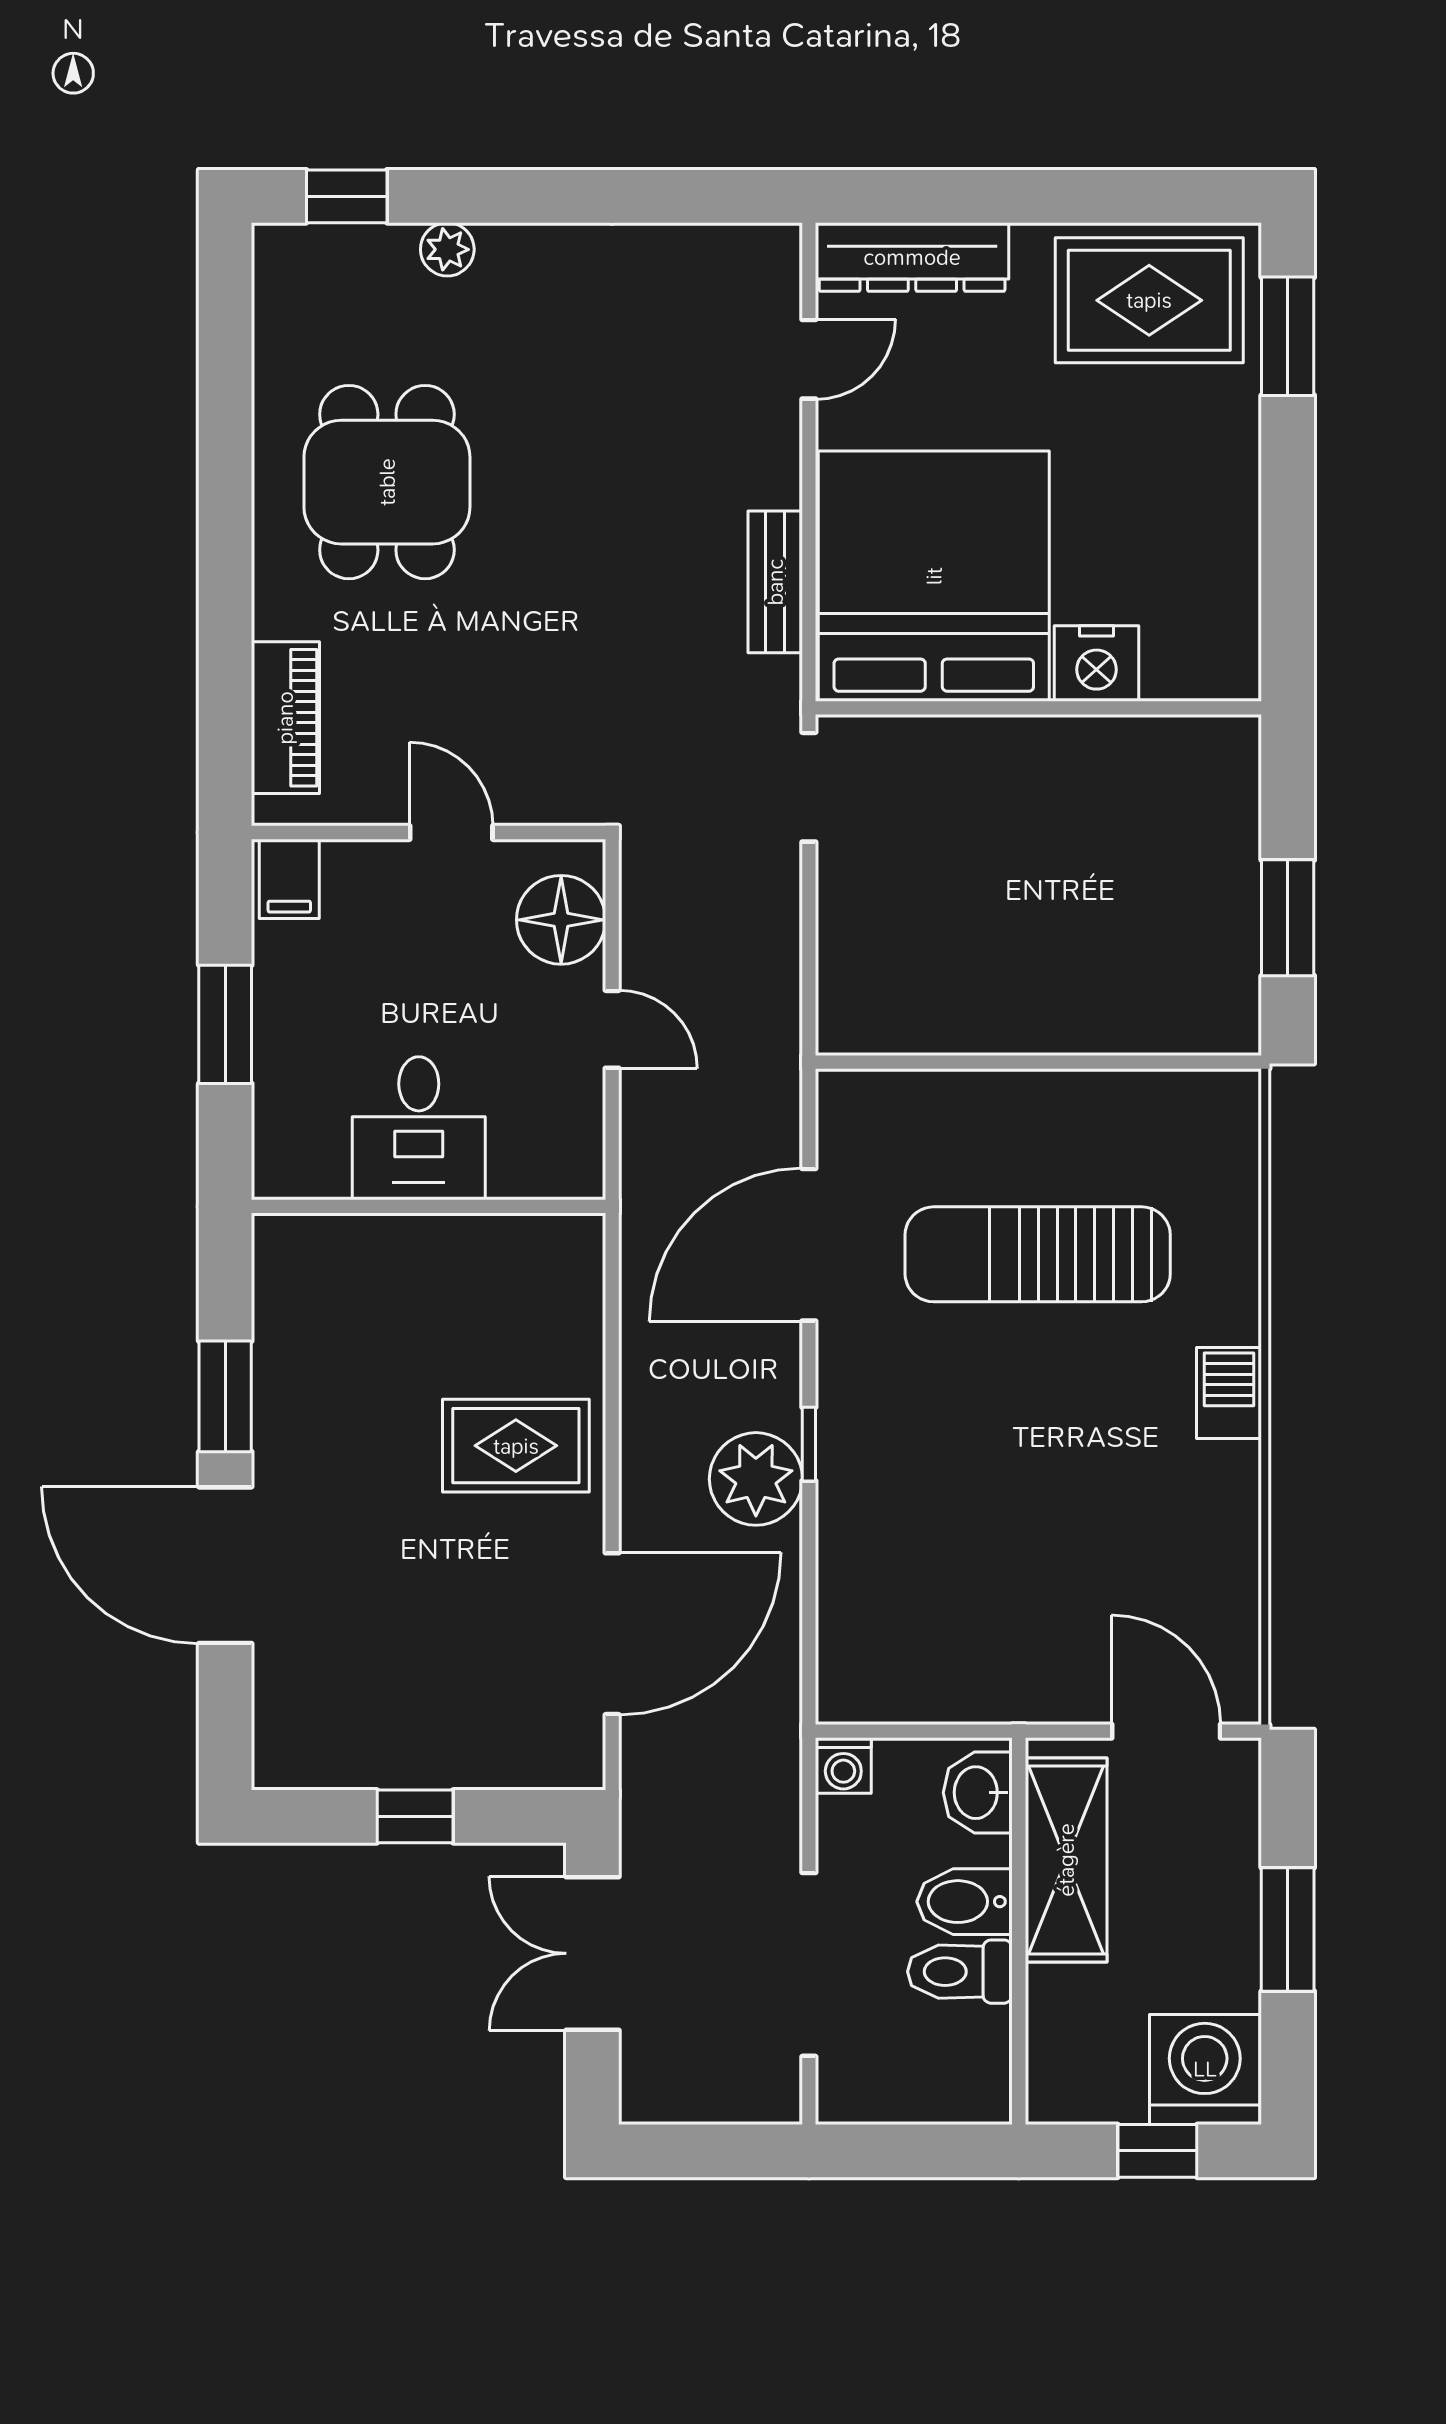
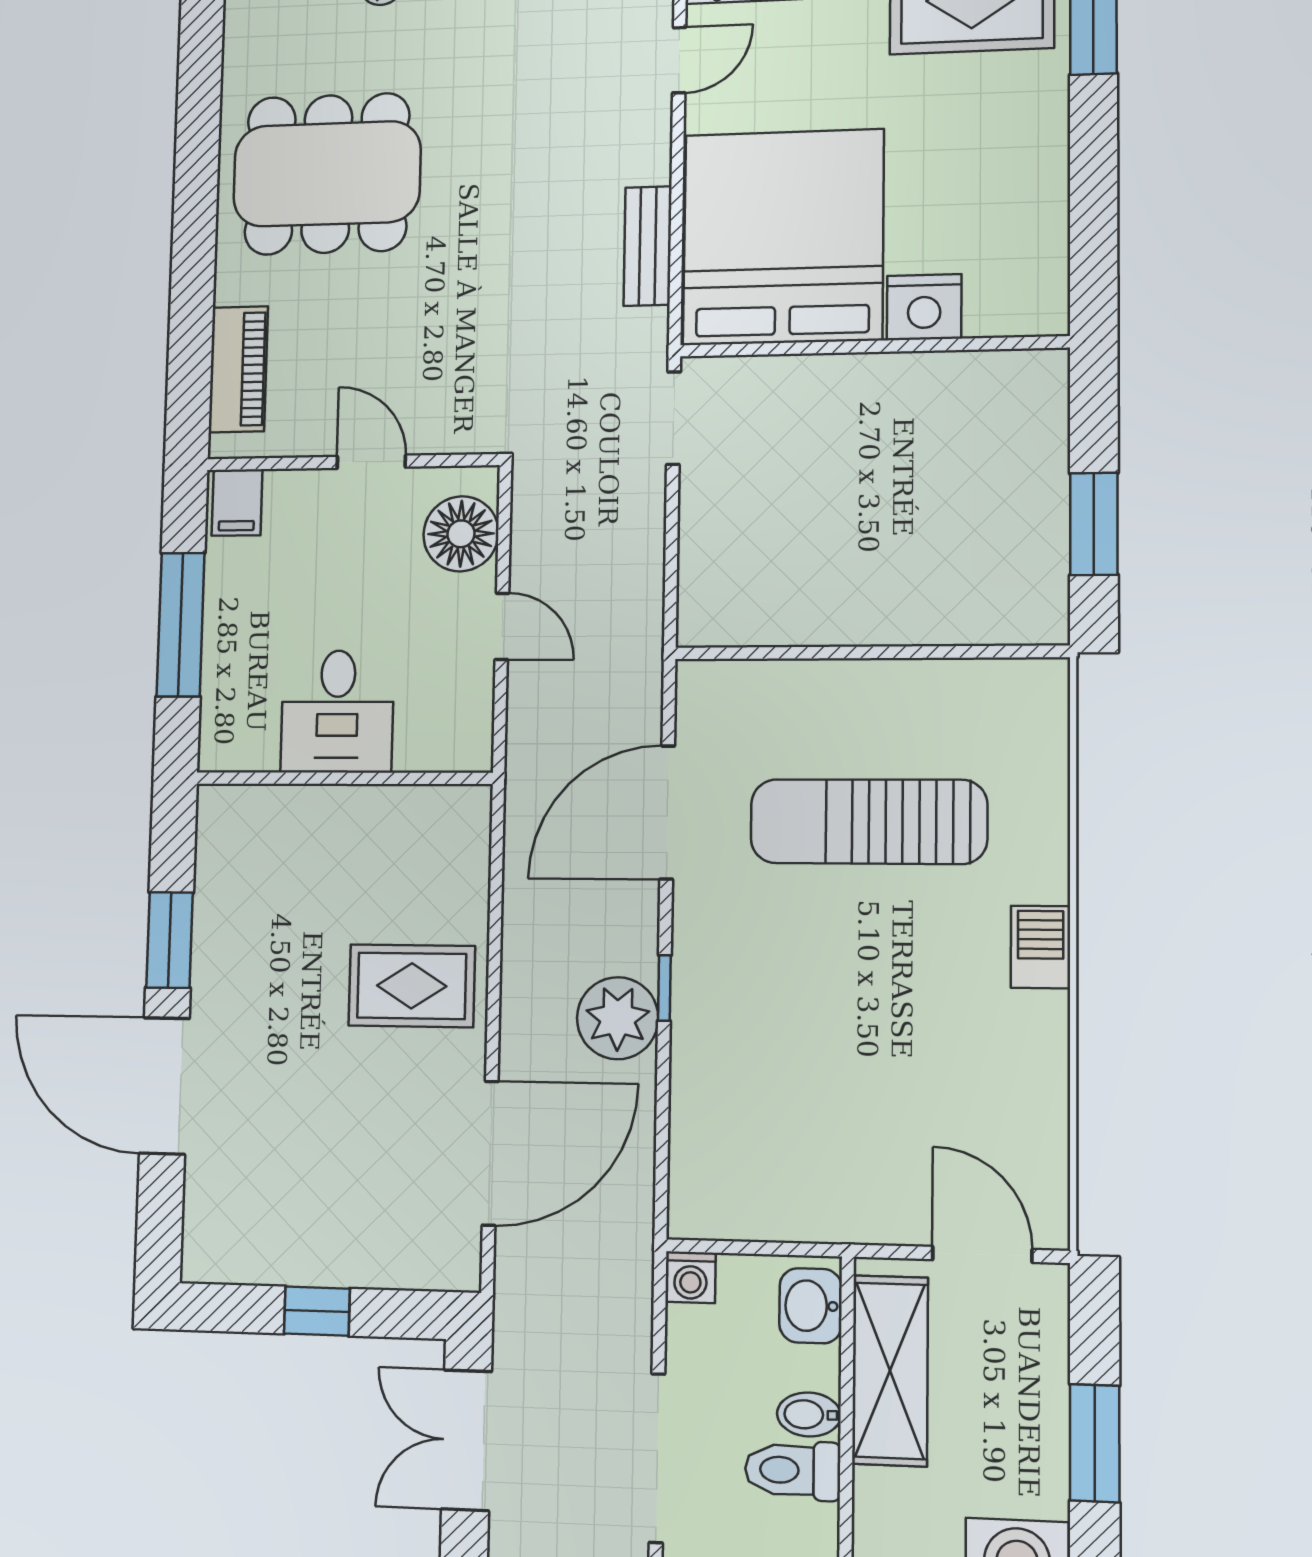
dining table: (387, 482) -> (327, 174), width x1.38
window: (225, 1024) -> (181, 625), width x1.44
bidet: (965, 1902) -> (809, 1414), width x0.72, depth x0.74

